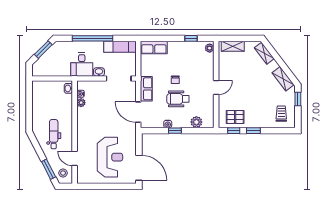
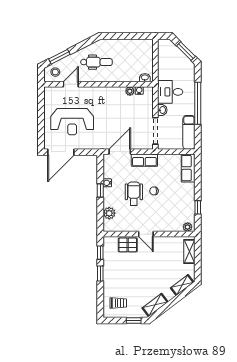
pallet: (235, 117) -> (128, 245), moved, turned 90

